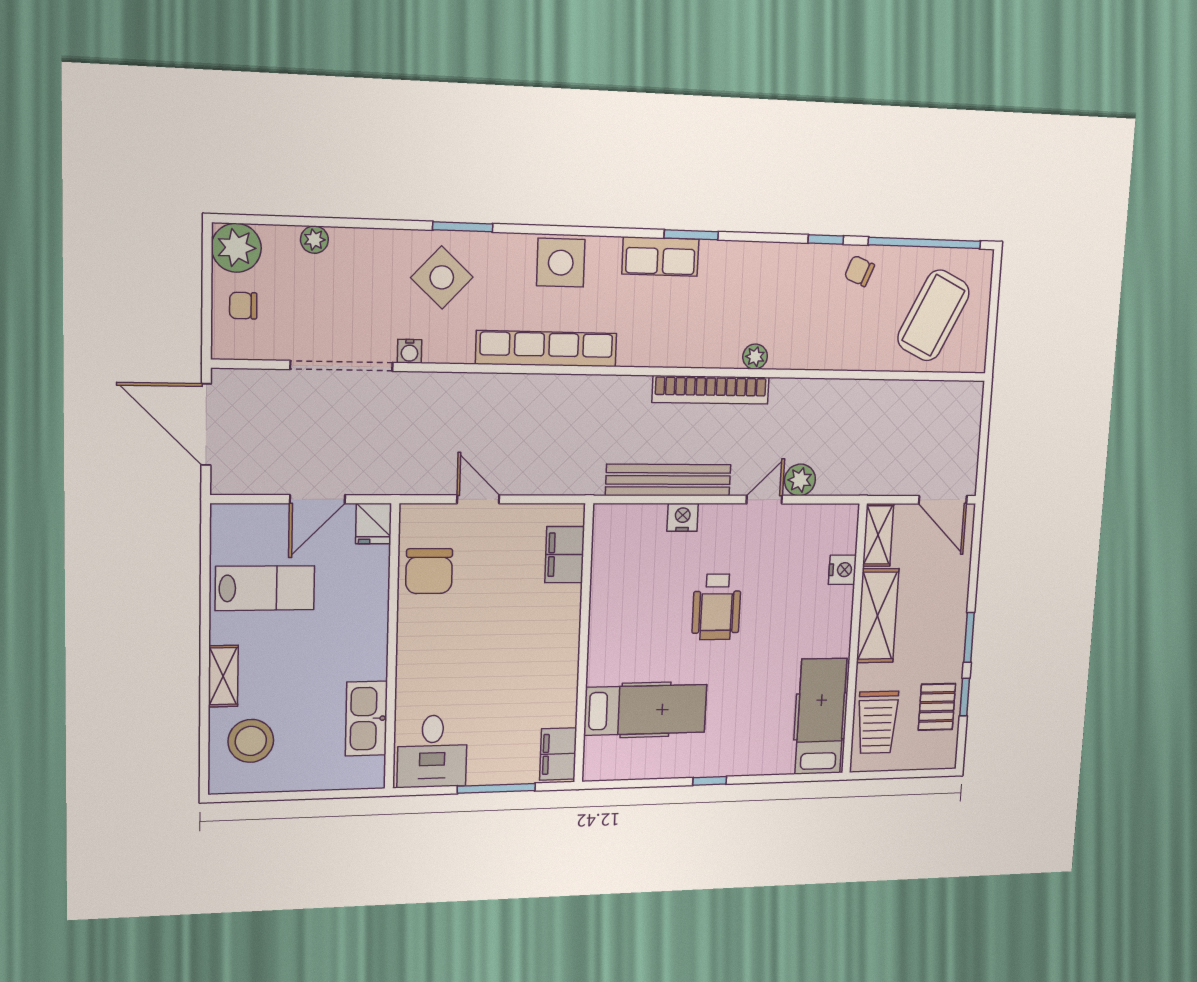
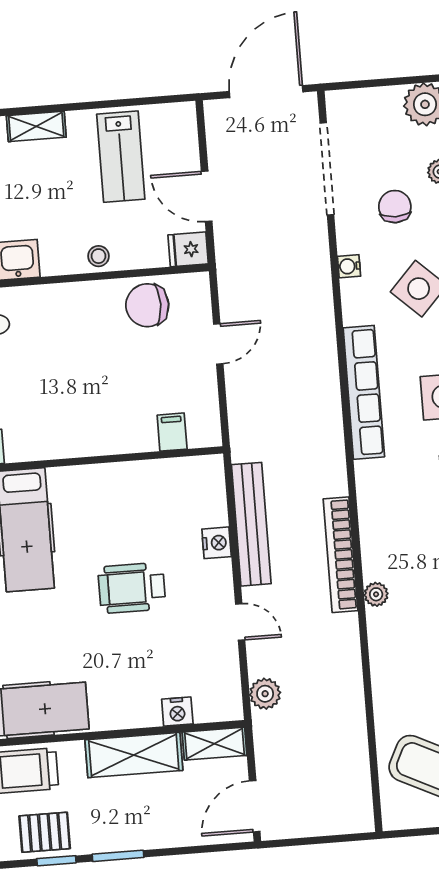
chair: (243, 306) -> (395, 207), moved, width x1.37, depth x1.37
doorway: (342, 366) -> (327, 169), moved
plant: (800, 480) -> (265, 694), moved
filing cabinet: (565, 555) -> (172, 432), width x0.50
stool: (371, 619) -> (98, 256), added

